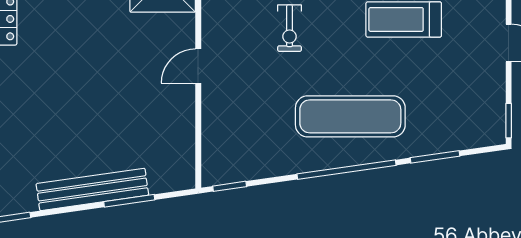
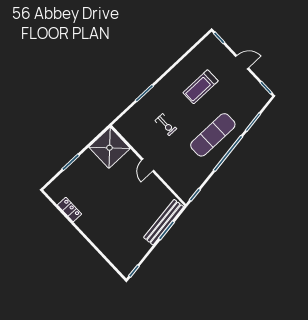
bench: (92, 189) -> (164, 222), moved

